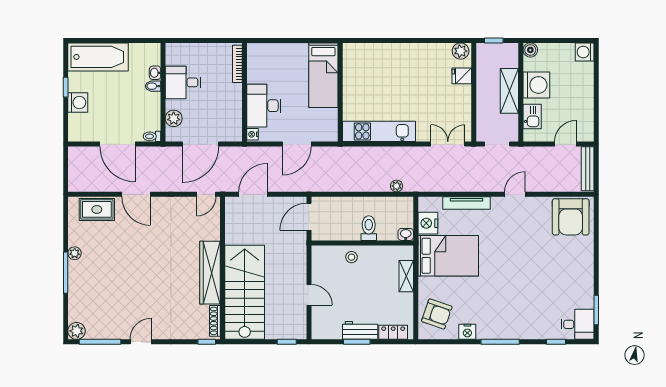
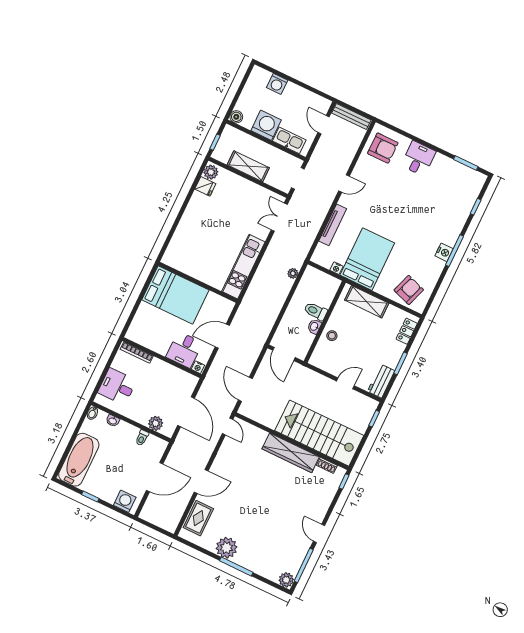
washing machine: (585, 52) -> (277, 84), moved
bed: (323, 75) -> (175, 295), width x1.50
fridge: (462, 76) -> (205, 186), moved, turned -90
desk: (183, 82) -> (117, 387), moved, turned 90
bidet: (153, 86) -> (92, 413), moved
shelving: (509, 91) -> (248, 166), moved
washing machine: (78, 103) -> (125, 501), moved
desk: (264, 106) -> (184, 350), width x0.73
kitchen sink: (532, 116) -> (289, 140), width x1.38
toilet: (152, 136) -> (142, 438), moved
door: (297, 144) -> (222, 336), swing flipped
door: (515, 194) -> (344, 183), swing flipped
armchair: (571, 217) -> (383, 148), width x0.73, depth x0.73
nightstand: (428, 223) -> (336, 268), width x0.53, depth x0.56
washbasin: (406, 234) -> (314, 326), moved
plant: (75, 253) -> (227, 548), width x1.88, depth x1.88
shelving: (406, 276) -> (367, 302), width x1.50, depth x1.33
shoe rack: (215, 321) -> (327, 465), width x0.70
desk: (577, 324) -> (418, 158), moved
workbench: (360, 330) -> (381, 381), moved
nightstand: (467, 332) -> (444, 252), moved

